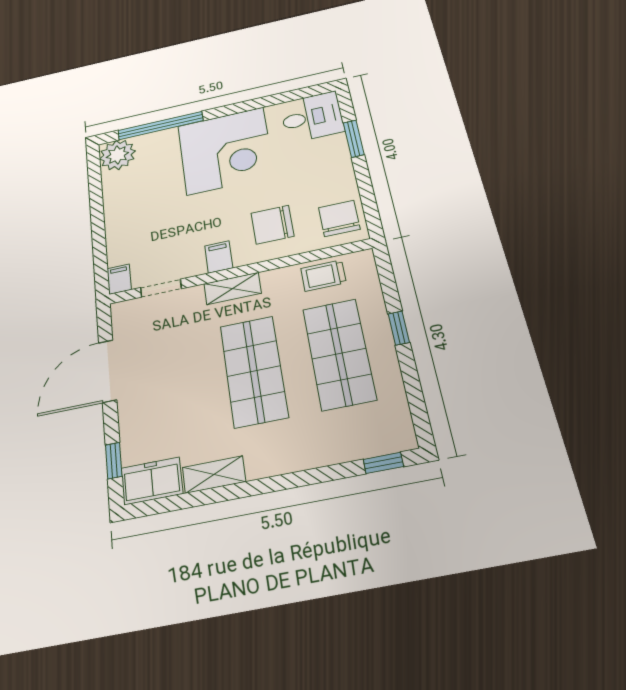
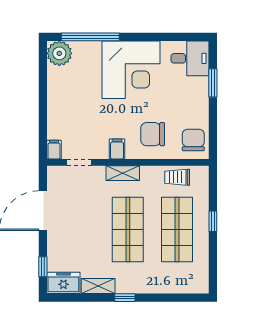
window: (383, 463) -> (125, 298), moved

